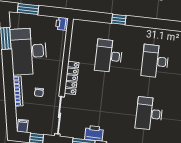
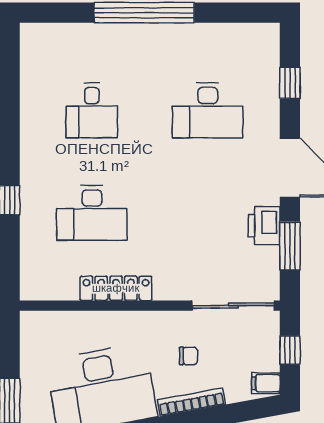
printer: (62, 24) -> (33, 323), removed
desk: (155, 61) -> (92, 110), width x0.73
locker: (72, 78) -> (116, 288), moved

